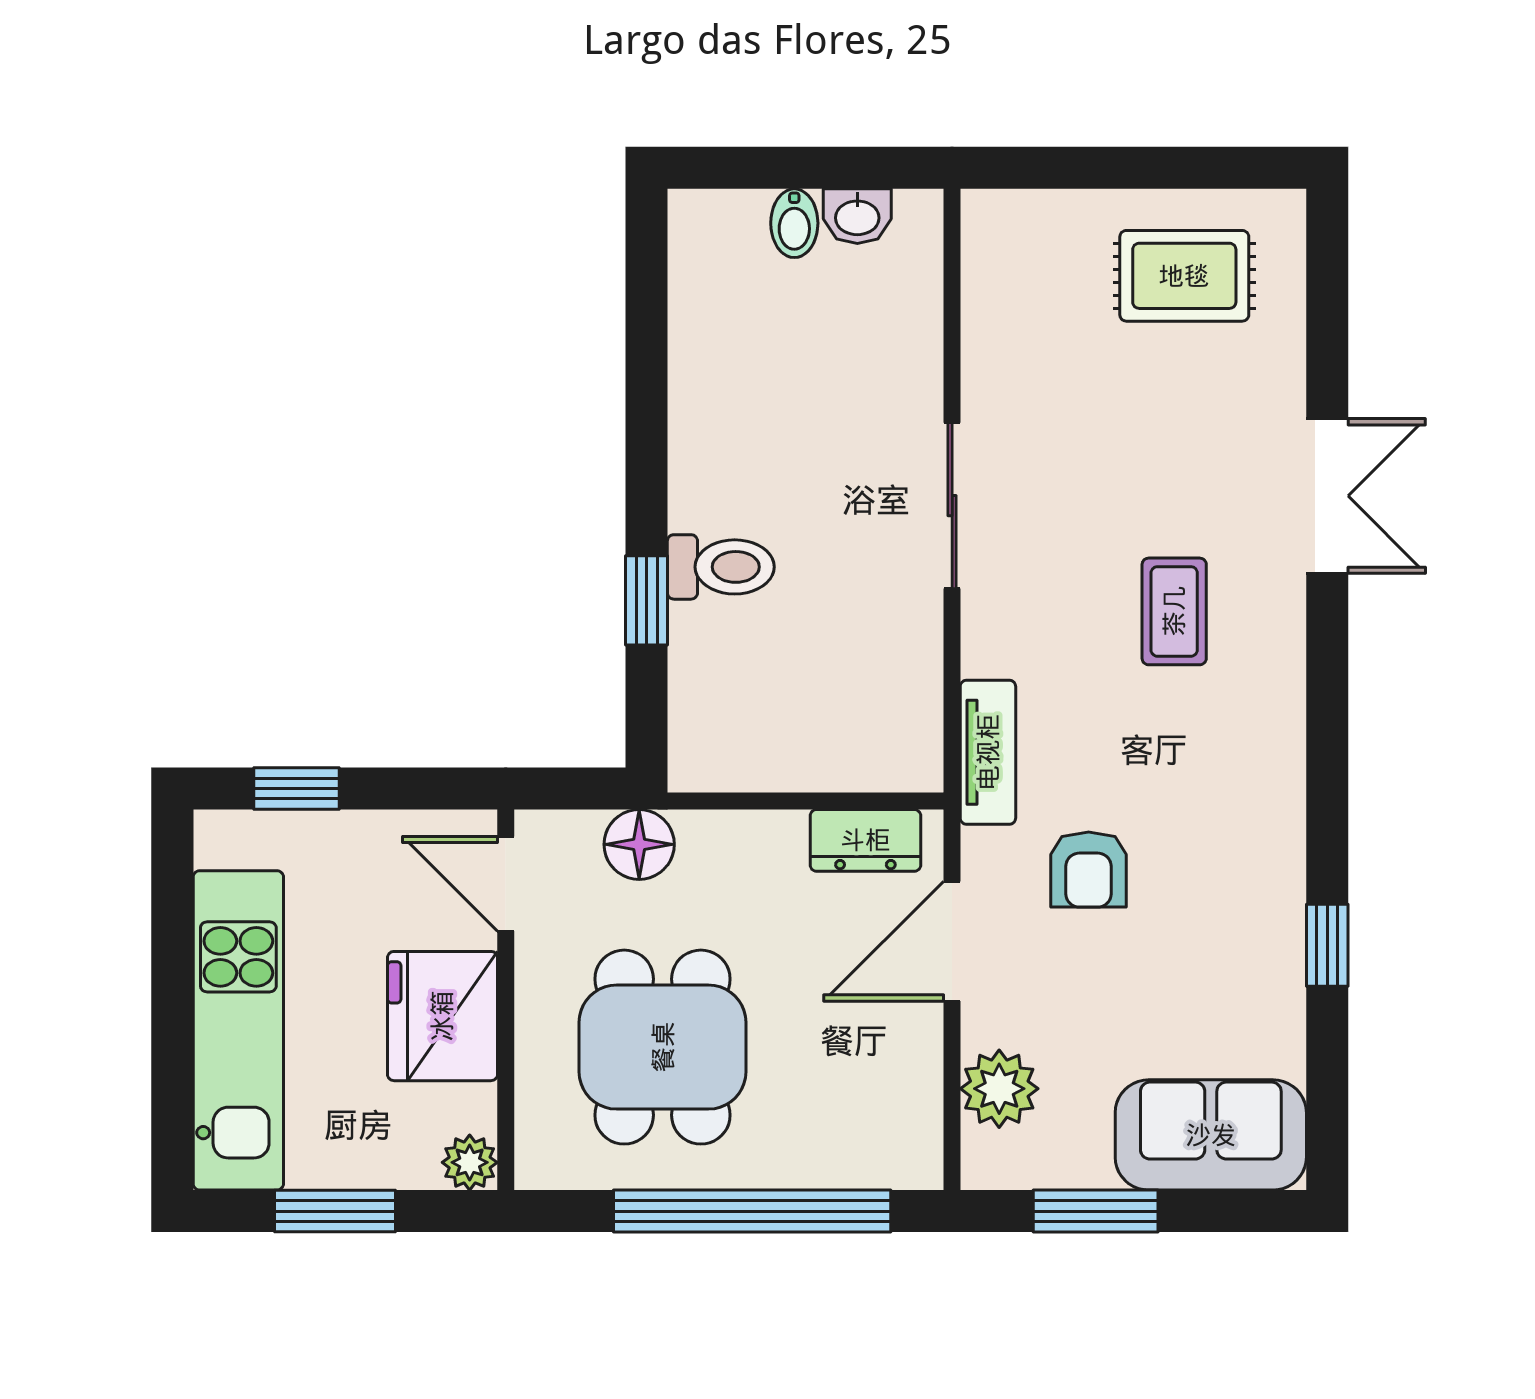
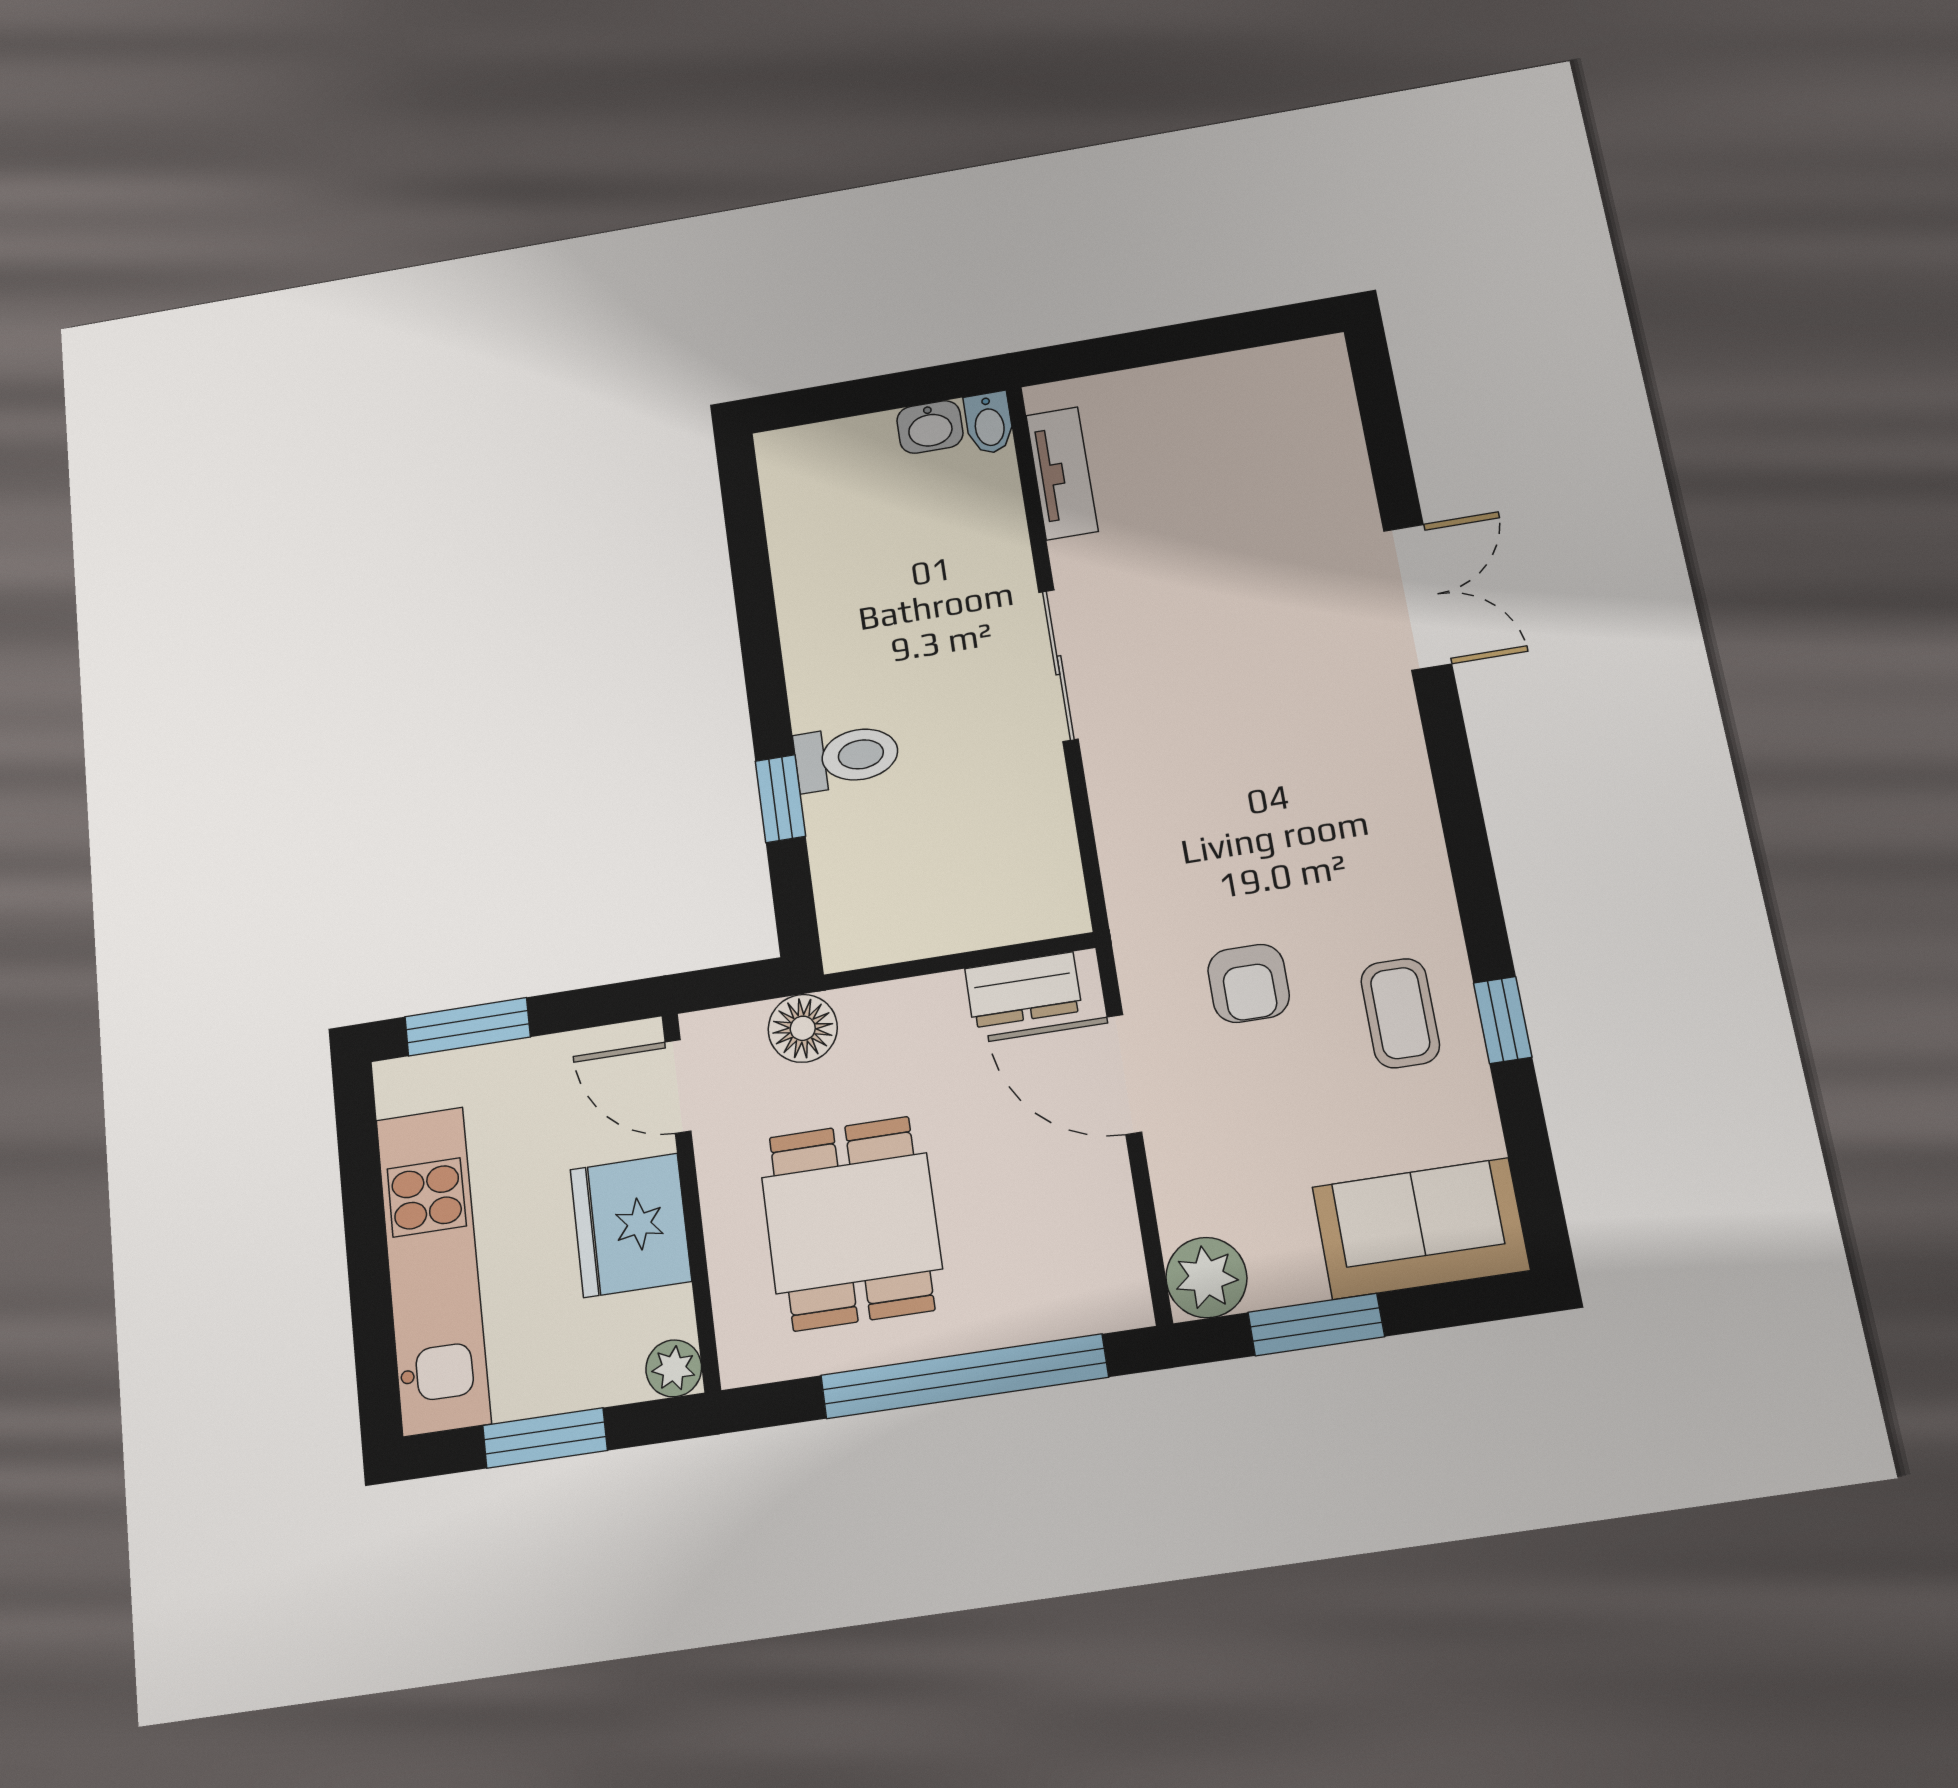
bidet: (794, 223) -> (989, 423), moved
rug: (1184, 276) -> (1243, 426), removed
coffee table: (1174, 611) -> (1400, 1013), moved
tv unit: (988, 752) -> (1062, 473), moved
window: (296, 788) -> (468, 1027), width x1.50
door: (952, 941) -> (1124, 1074), hinge flipped
plant: (999, 1089) -> (1206, 1278), moved

